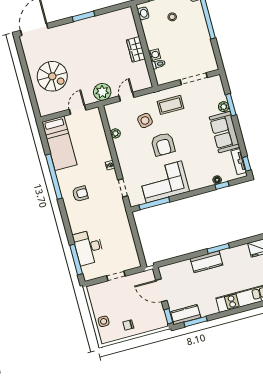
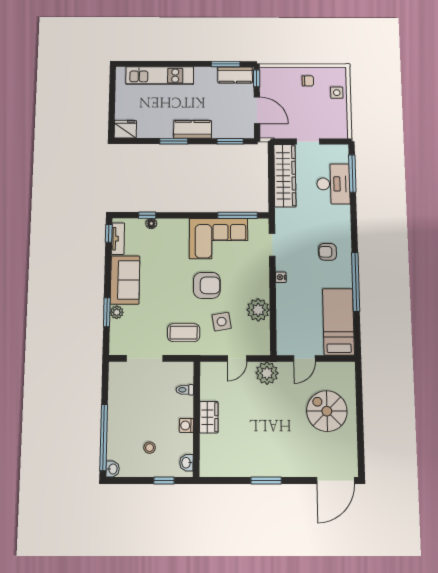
washing machine: (154, 55) -> (186, 425), moved
plant: (115, 133) -> (258, 310), width x1.88, depth x1.88
armchair: (163, 144) -> (207, 285), turned 90
wardrobe: (127, 244) -> (285, 176), added
window: (175, 260) -> (230, 141), added

